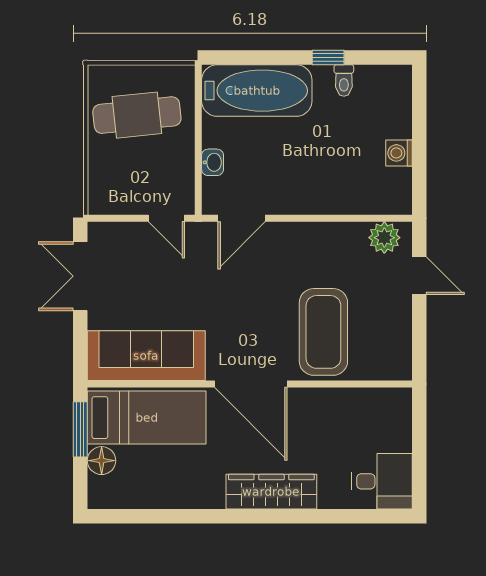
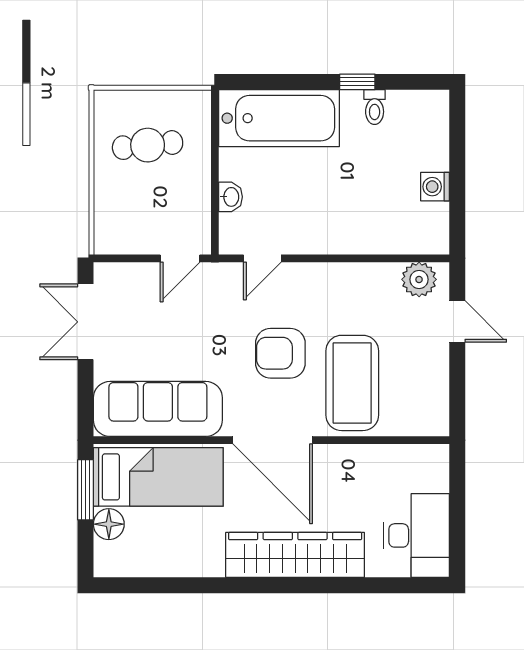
cafe table: (137, 115) -> (148, 145), width x0.73, depth x0.74
door: (167, 218) -> (180, 258), hinge flipped
door: (242, 218) -> (262, 258), width x0.73
armchair: (258, 305) -> (280, 353), added
desk: (382, 481) -> (416, 535), width x1.37
wardrobe: (271, 492) -> (295, 555), width x1.40, depth x1.17

